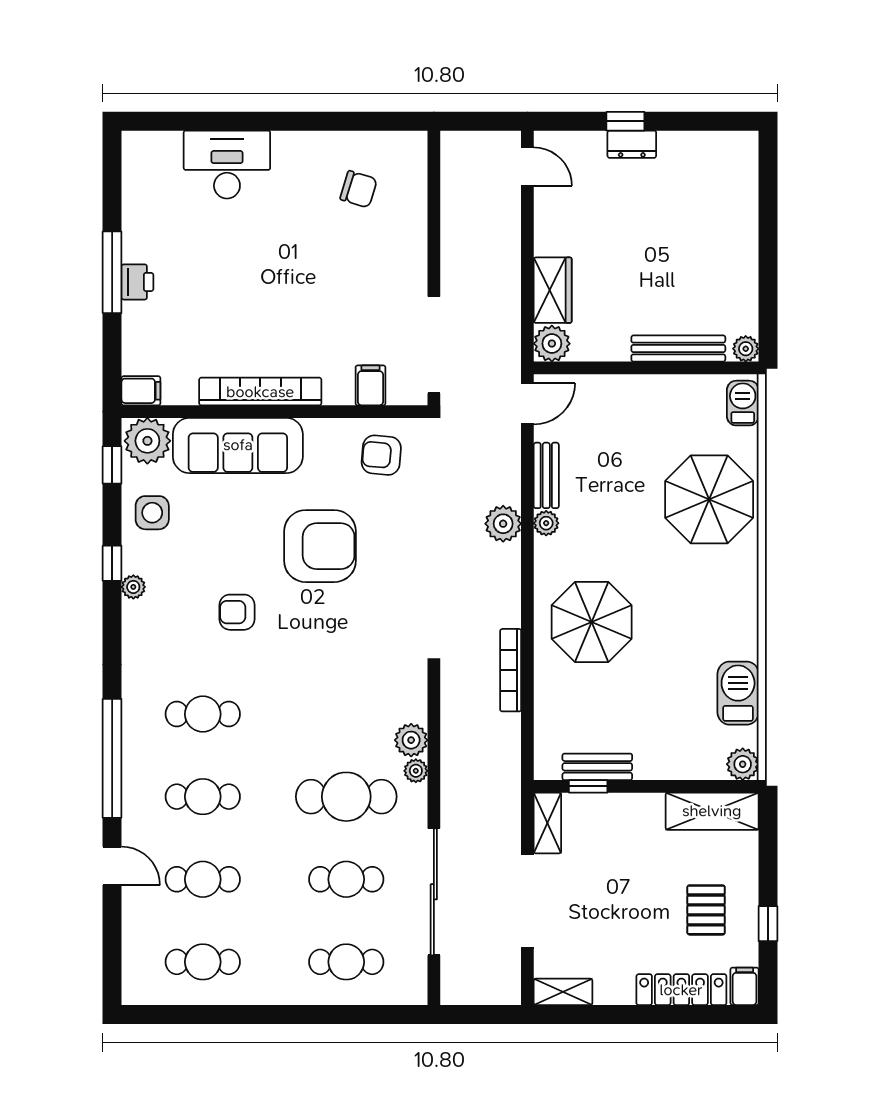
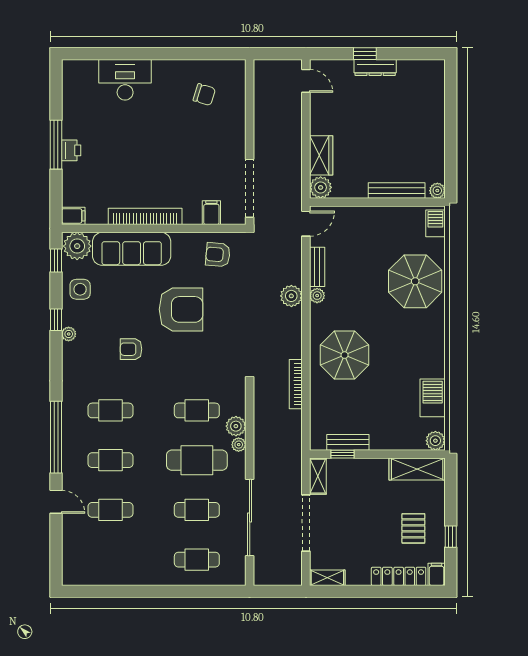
dresser: (632, 144) -> (375, 67), width x1.44
cafe table: (203, 962) -> (197, 410), moved

